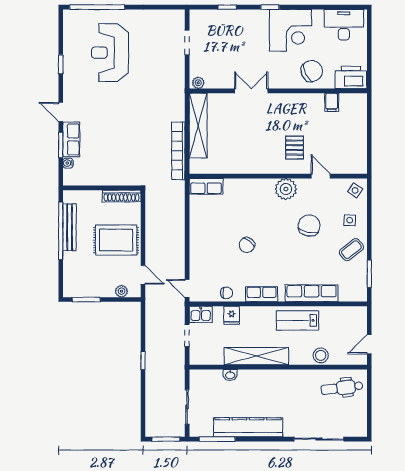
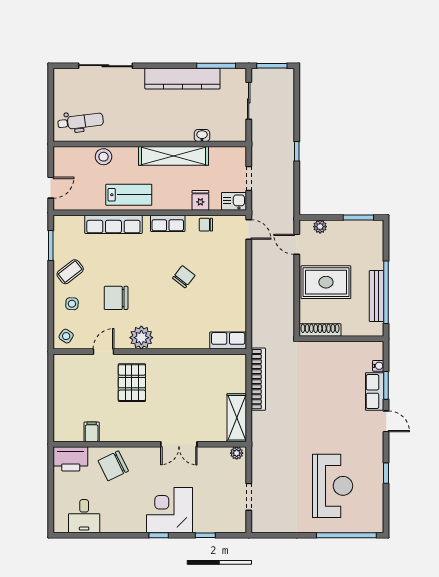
desk: (344, 25) -> (84, 516), width x0.73
corner desk: (290, 30) -> (170, 510), moved
shelving: (198, 126) -> (237, 418), width x0.68
pallet: (295, 148) -> (132, 383), width x1.50, depth x1.42
door: (321, 176) -> (104, 352), swing flipped
chair: (309, 226) -> (116, 298), turned 78
door: (369, 344) -> (51, 188), moved

